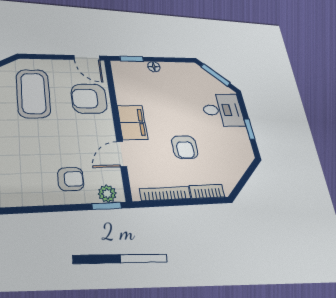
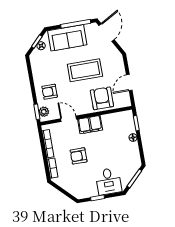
door: (87, 58) -> (129, 83), moved
coffee table: (33, 93) -> (85, 70), moved
armchair: (71, 179) -> (50, 92), turned 90

